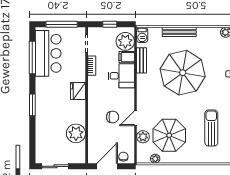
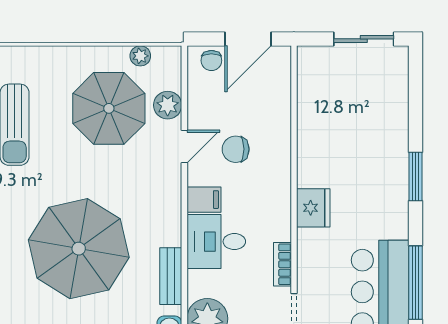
filing cabinet: (127, 57) -> (204, 200), moved
plant: (76, 133) -> (318, 113), removed

